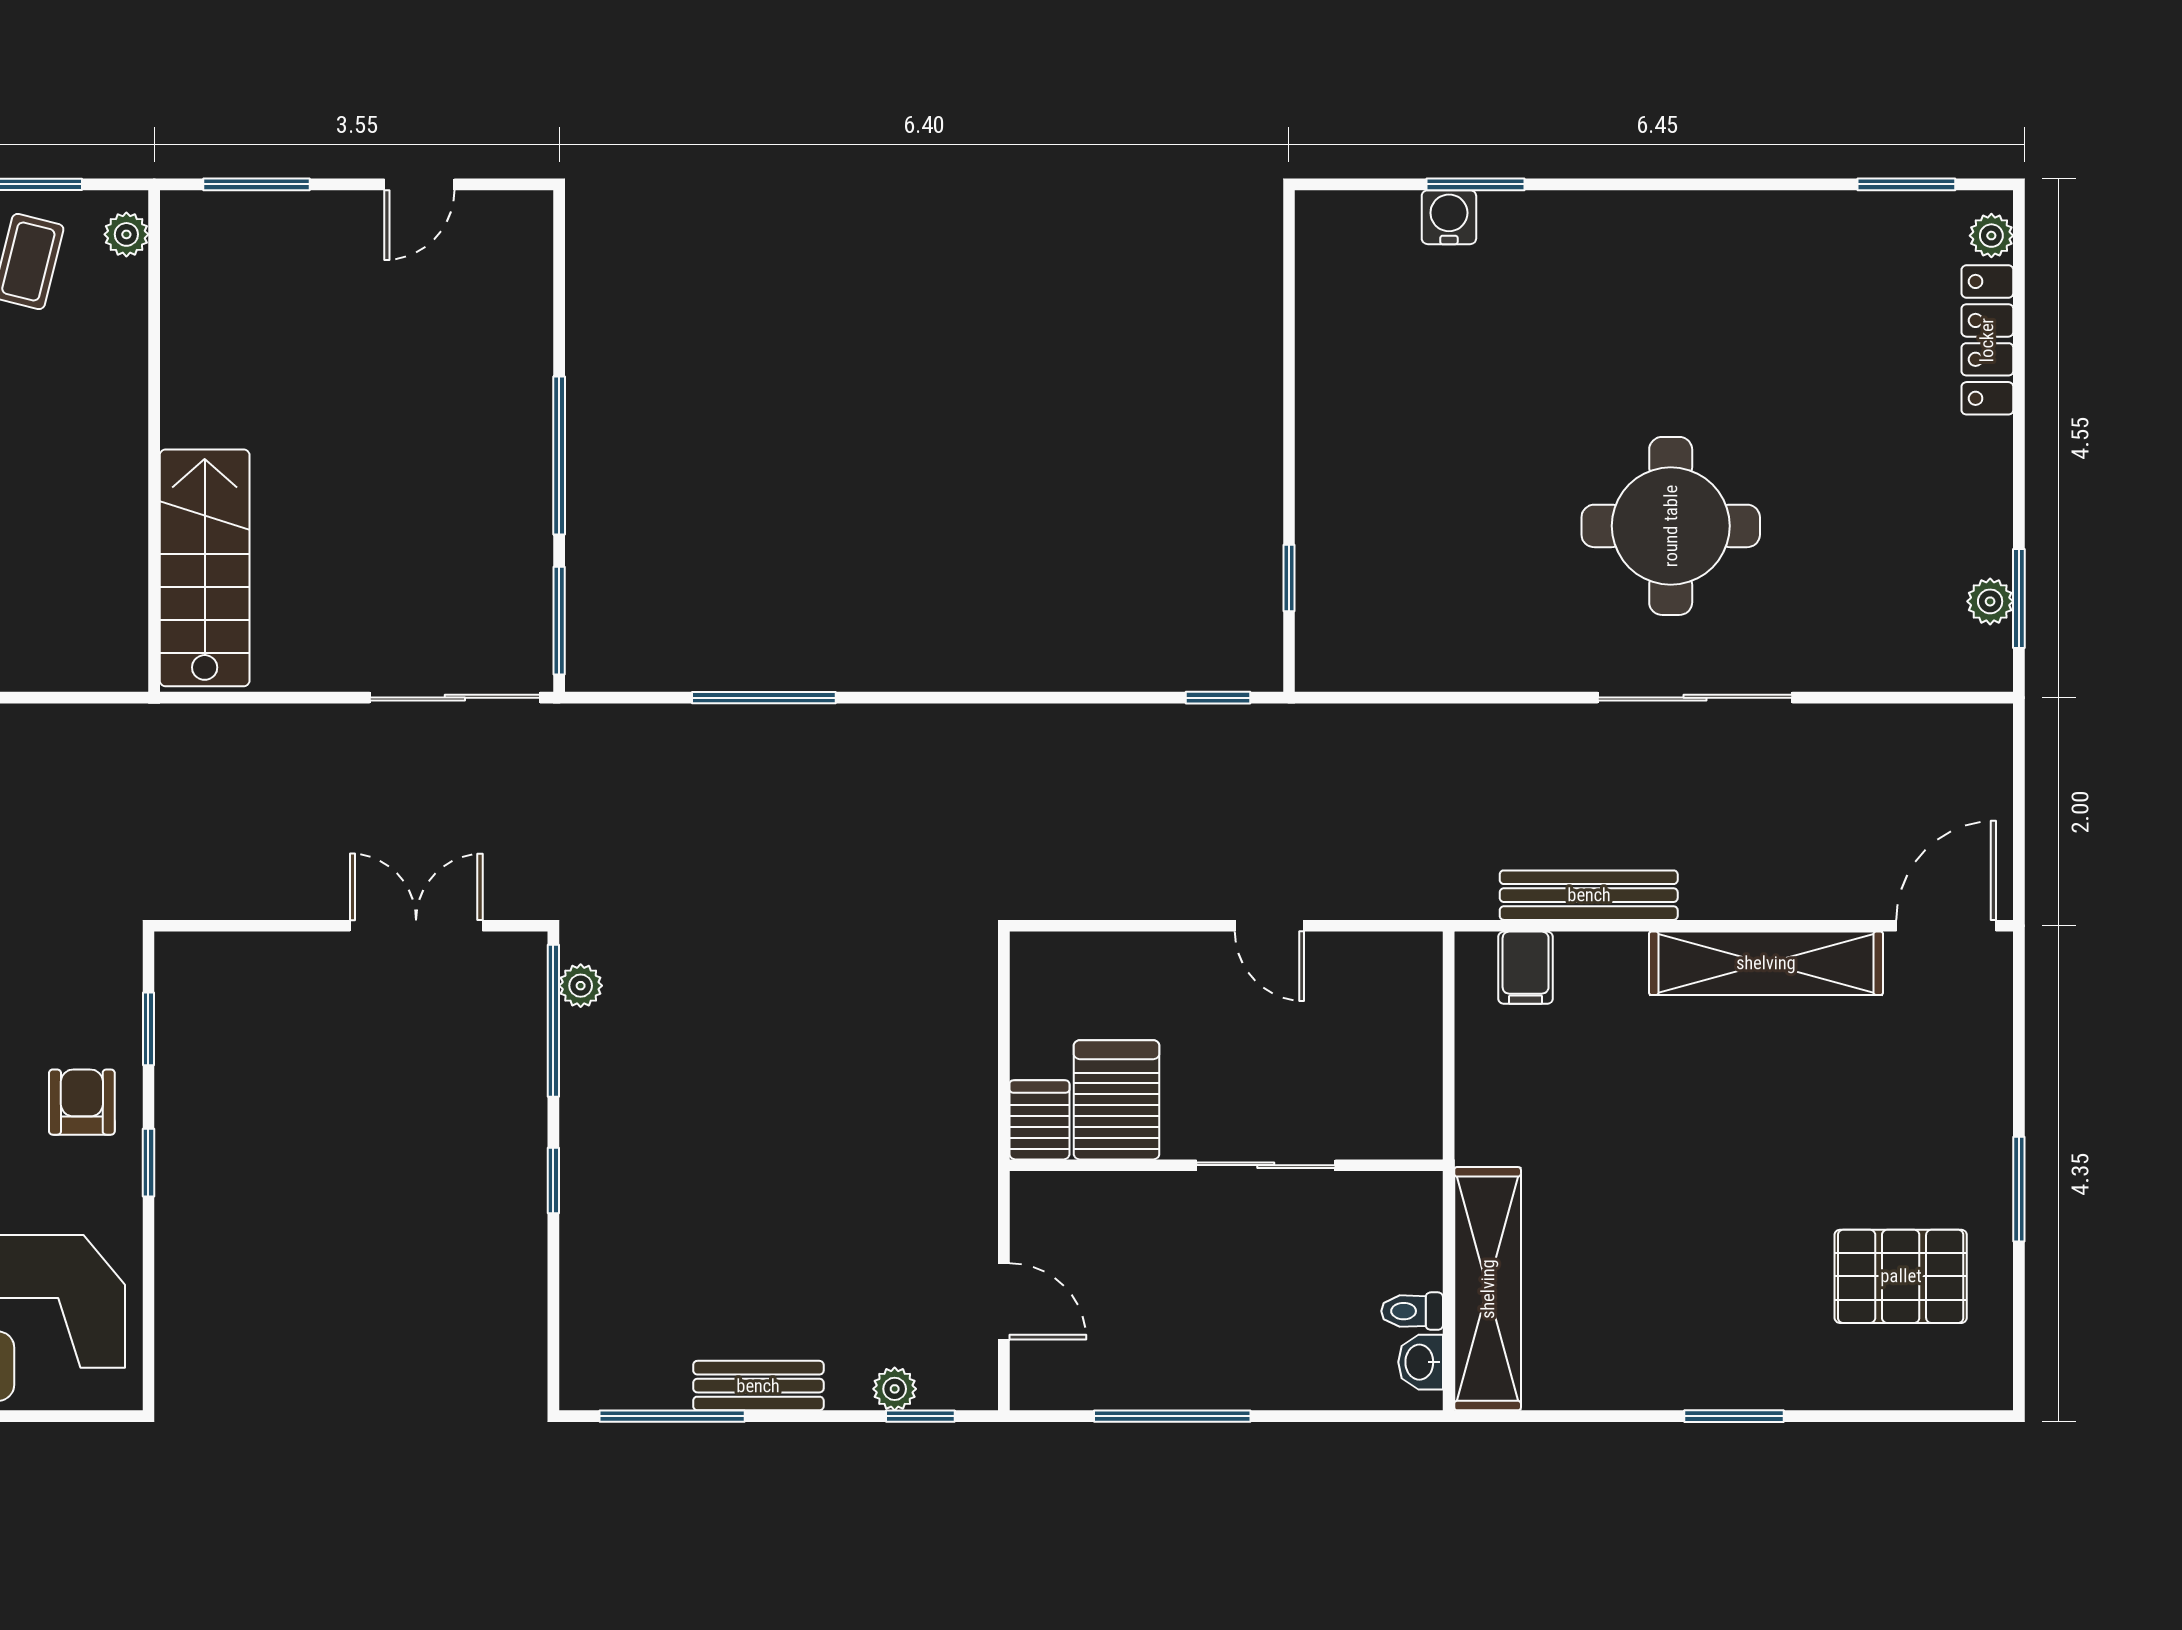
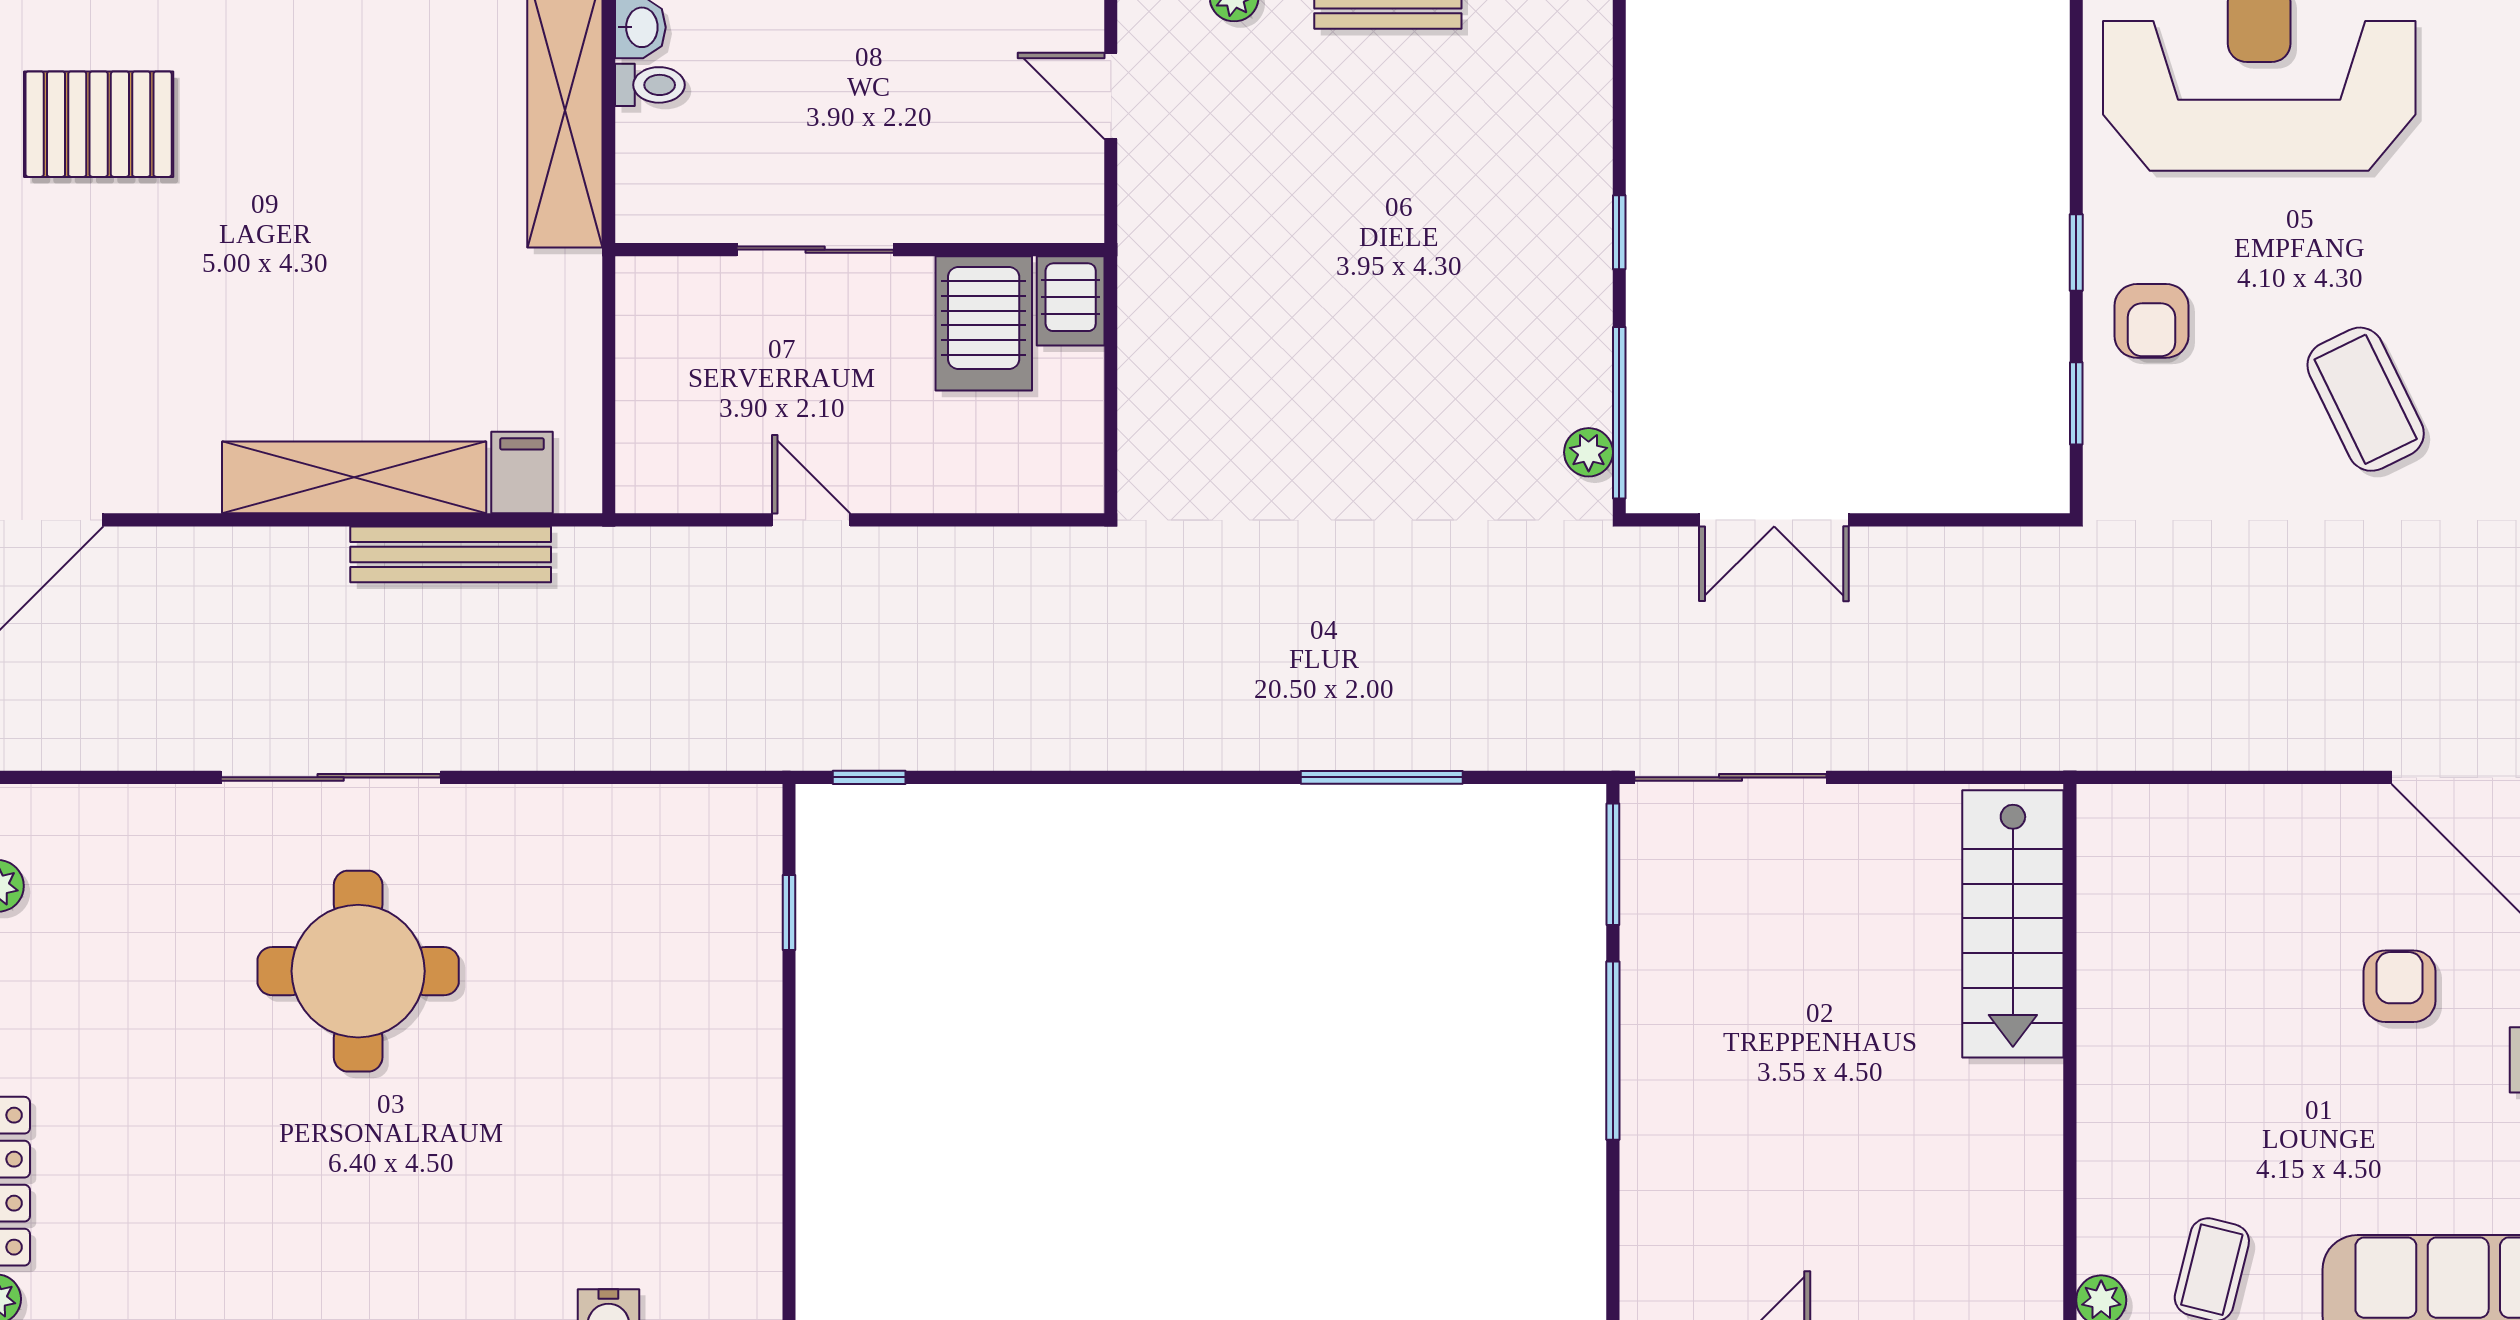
shelving: (1766, 963) -> (354, 477), moved

